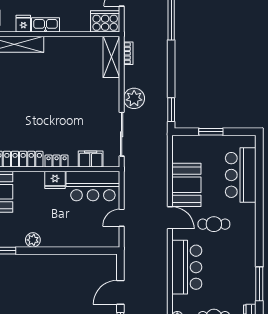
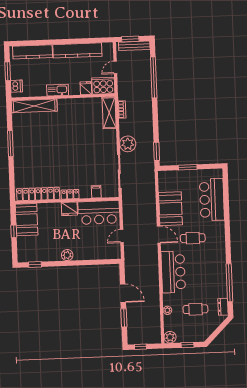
fridge: (23, 24) -> (86, 88), moved
filing cabinet: (91, 159) -> (96, 192), width x0.50
plant: (33, 240) -> (67, 255), moved
window: (259, 284) -> (229, 283), width x1.46
door: (120, 292) -> (123, 293), swing flipped

